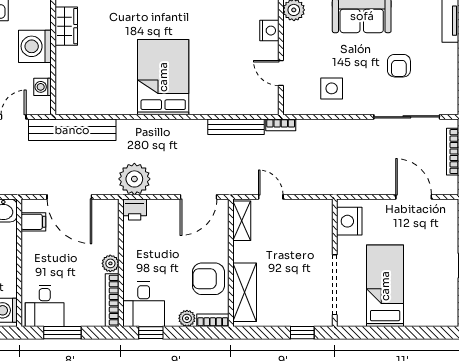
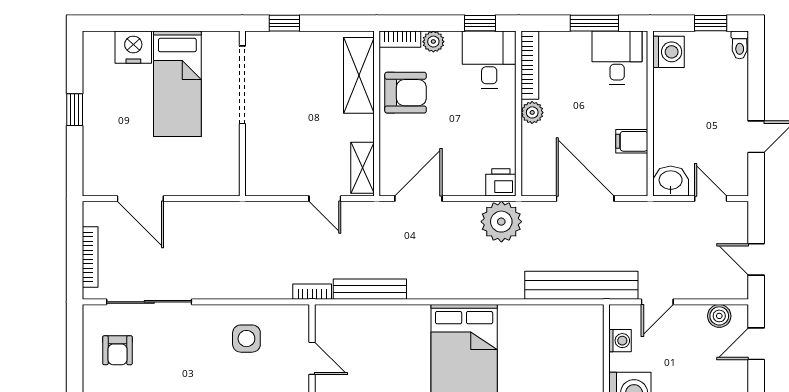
armchair: (399, 66) -> (117, 350), moved, turned 180
nightstand: (349, 221) -> (133, 47), moved, turned -90
filing cabinet: (33, 222) -> (632, 141), moved

